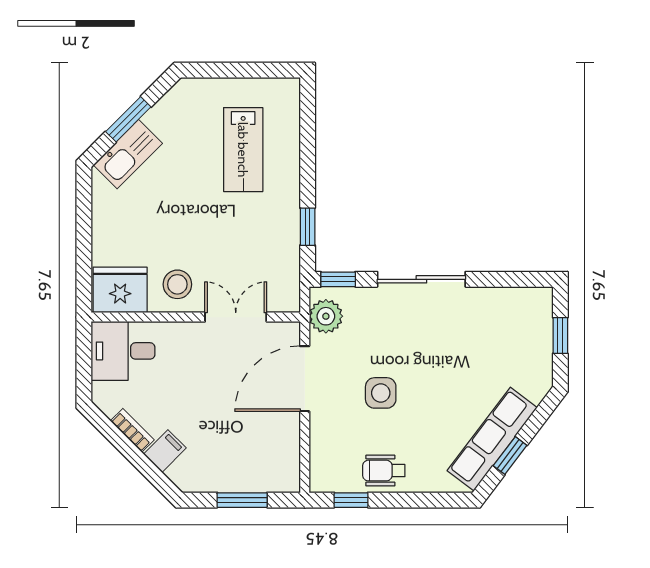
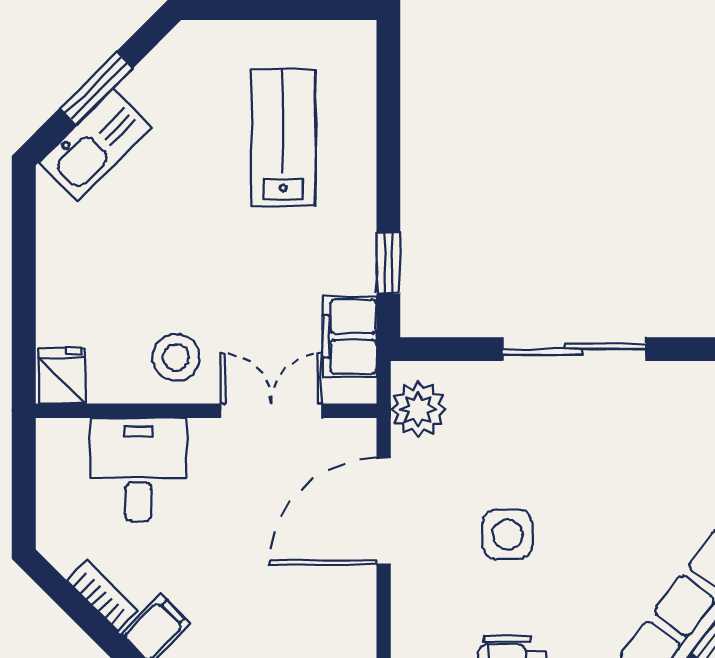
lab bench: (243, 150) -> (283, 137), turned 180
filing cabinet: (284, 272) -> (350, 337), added
window: (338, 279) -> (438, 349), removed
fridge: (120, 290) -> (62, 376), width x0.53, depth x0.75
desk: (123, 351) -> (138, 470), moved, turned 90

